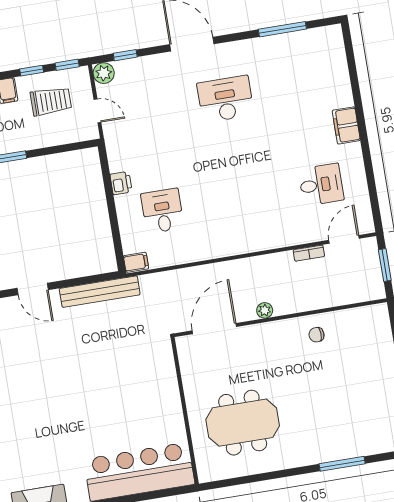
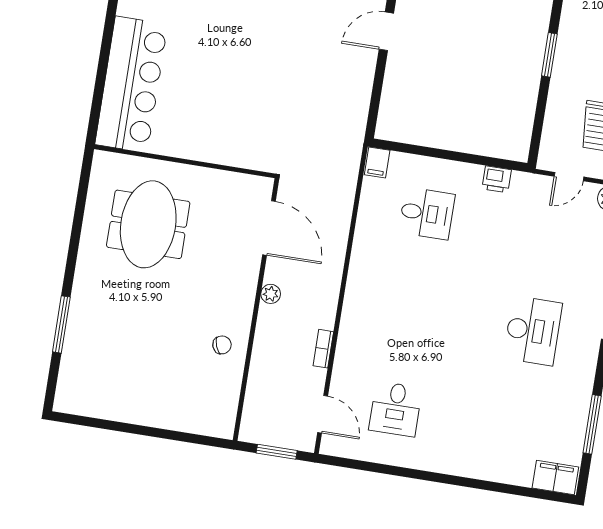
filing cabinet: (346, 125) -> (555, 477), moved
printer: (121, 183) -> (497, 179), moved
bookcase: (309, 253) -> (323, 349), moved
bench: (100, 292) -> (357, 109), removed
chair: (317, 335) -> (222, 345), turned 71

